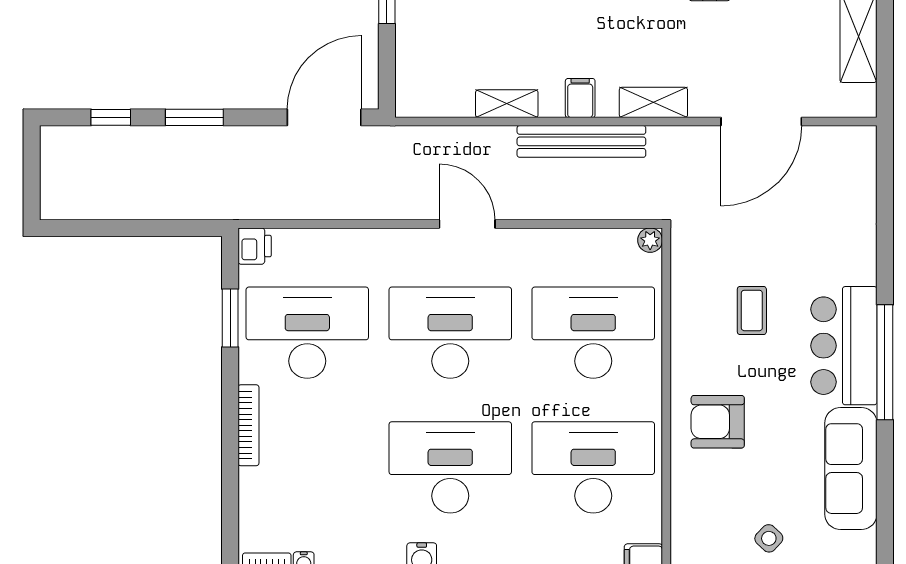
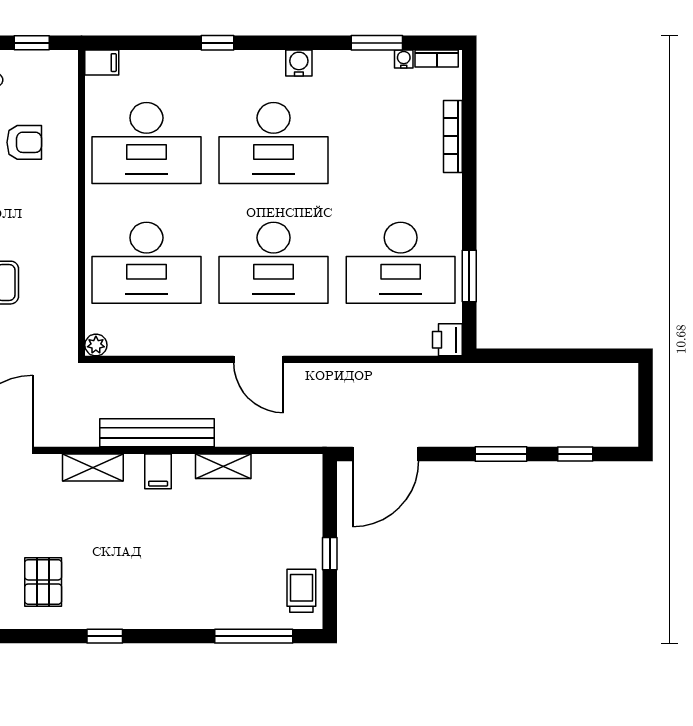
armchair: (718, 422) -> (24, 142), moved, width x0.72, depth x0.72
bookcase: (248, 425) -> (453, 136), moved

